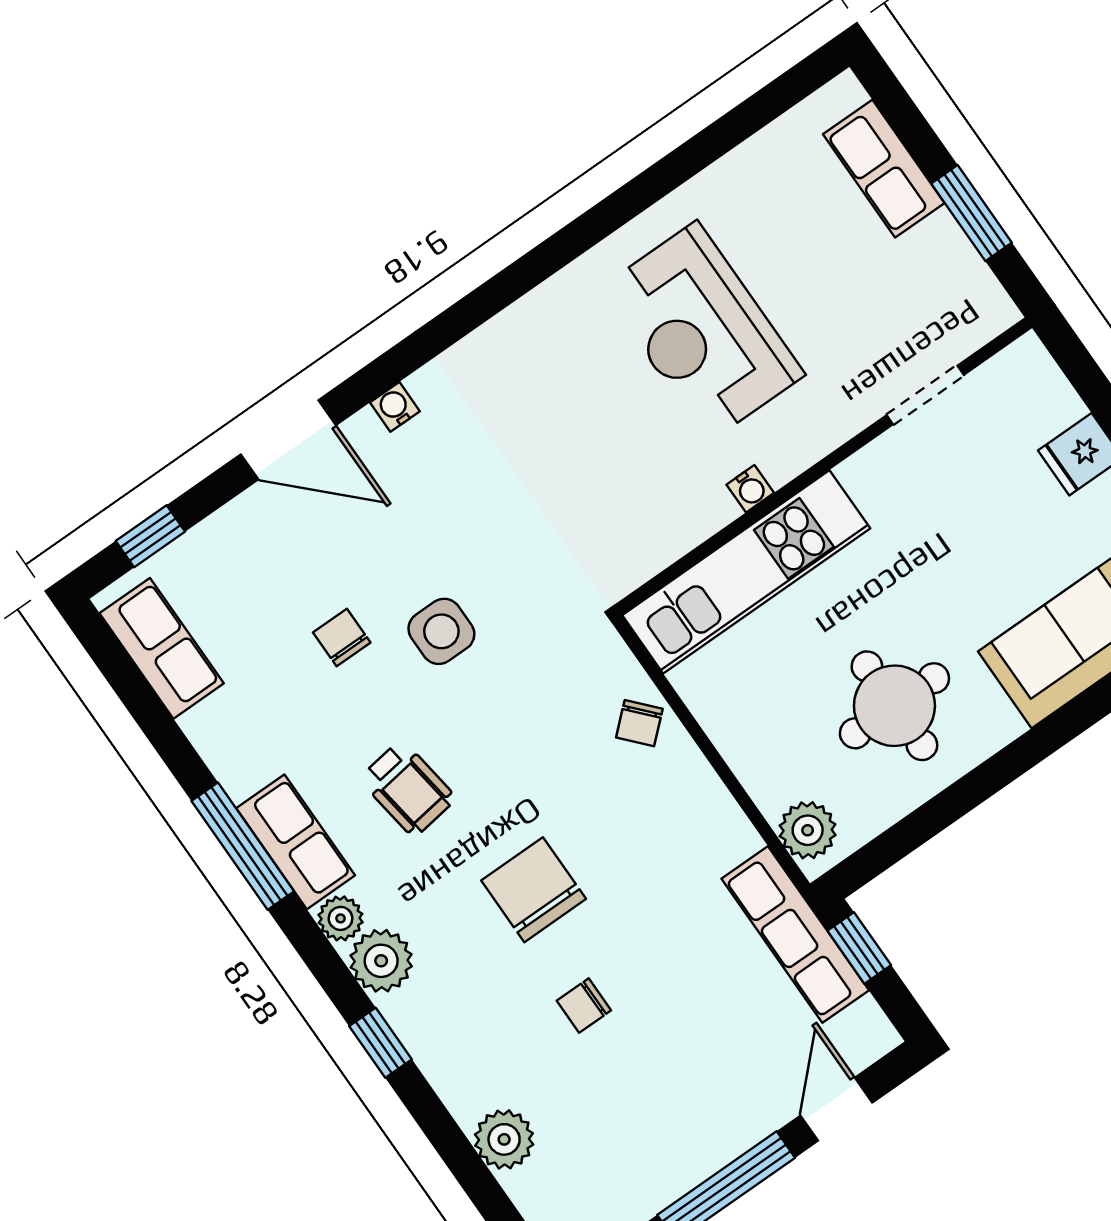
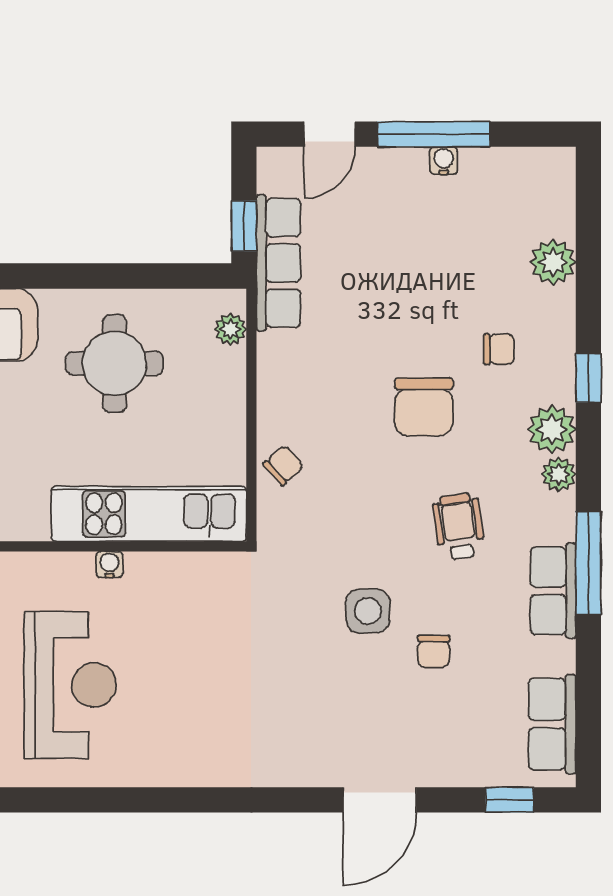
water cooler: (395, 407) -> (444, 161), moved, turned 180
door: (288, 440) -> (380, 800), swing flipped
plant: (808, 830) -> (230, 329), width x0.73, depth x0.73
row of seats: (296, 842) -> (553, 591), moved
chair: (584, 1006) -> (499, 349), moved

